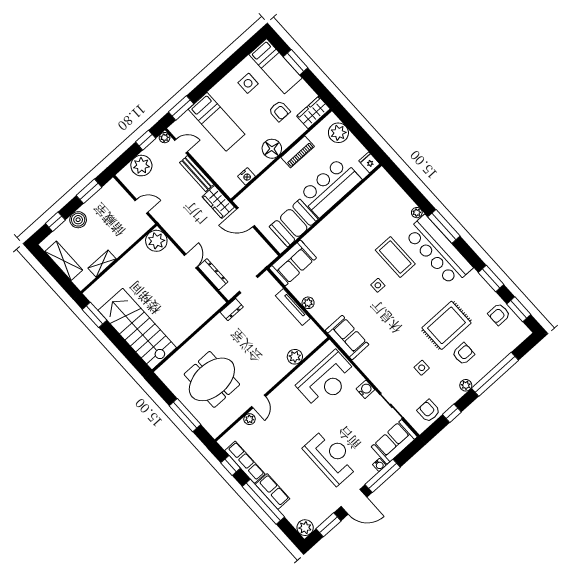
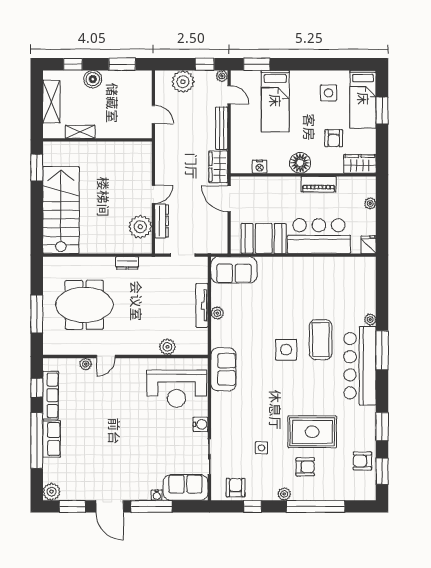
plant: (338, 133) -> (370, 203), width x0.53, depth x0.53
plant: (156, 241) -> (140, 227), moved
side table: (378, 285) -> (286, 350), width x1.87, depth x1.87
dresser: (232, 309) -> (127, 263), moved
reception desk: (331, 457) -> (124, 454), removed

